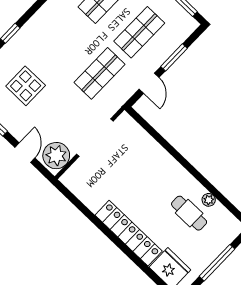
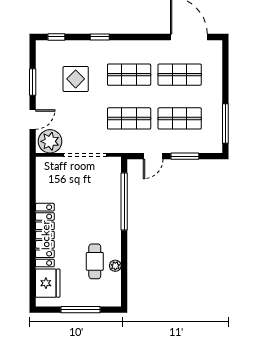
shop shelf: (64, 39) -> (129, 75), added
window: (163, 142) -> (124, 202), added

